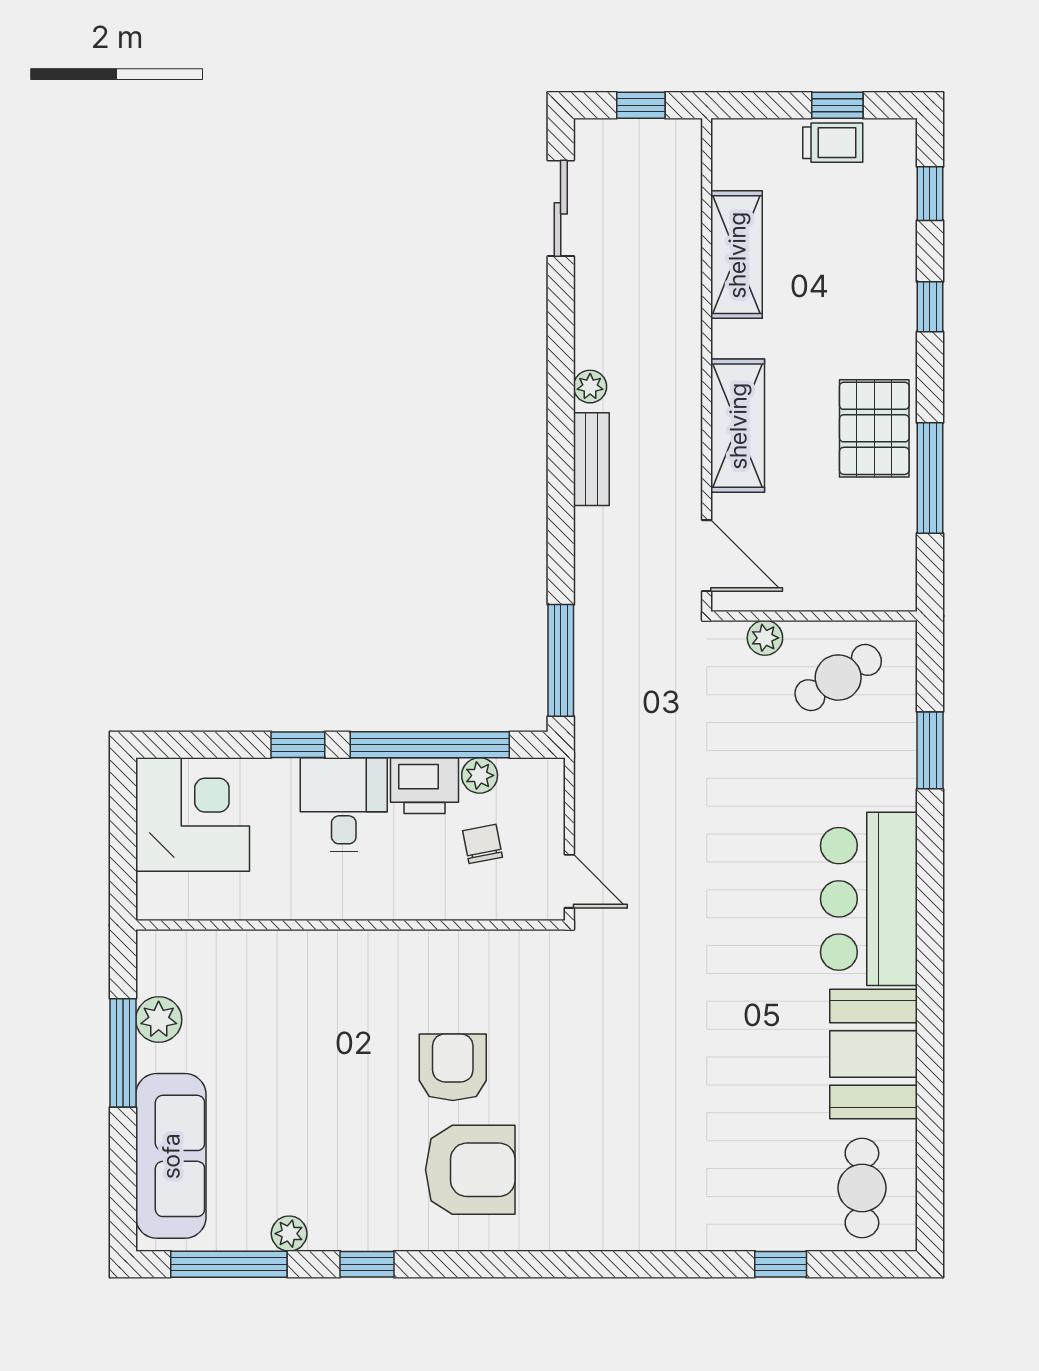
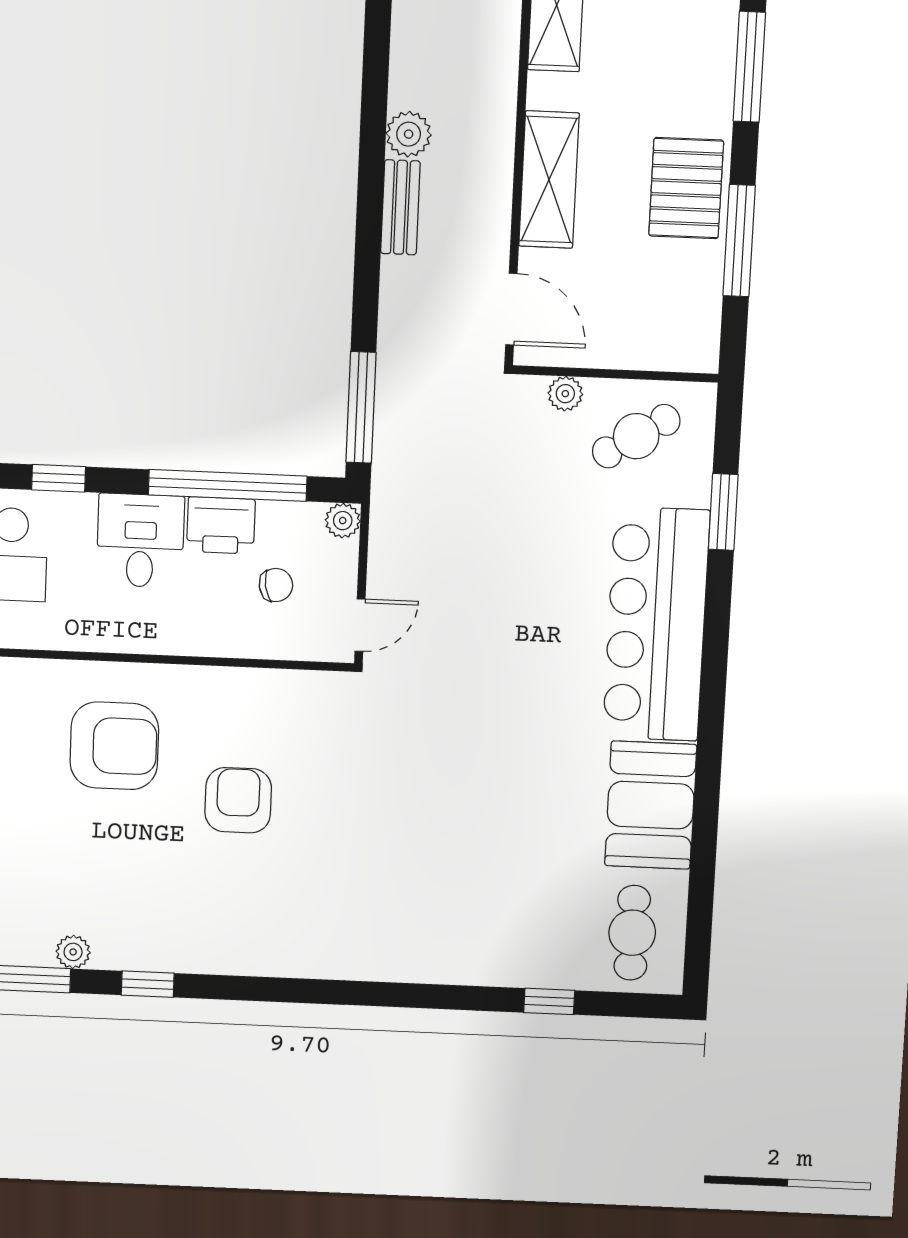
window: (930, 307) -> (749, 67), width x2.17
plant: (590, 387) -> (409, 134), width x1.38, depth x1.38
window: (298, 745) -> (59, 478), moved
plant: (480, 775) -> (343, 521), moved
chair: (483, 844) -> (276, 585), turned 91
door: (569, 881) -> (360, 625), hinge flipped
bar counter: (869, 899) -> (656, 624), width x1.36
armchair: (470, 1170) -> (114, 746), moved

